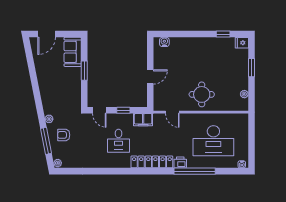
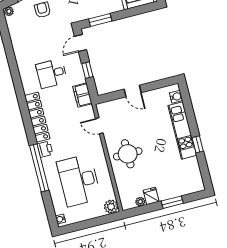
window: (223, 34) -> (198, 144), moved
fridge: (242, 43) -> (151, 196), moved
kitchen unit: (194, 44) -> (182, 130), added
window: (84, 71) -> (100, 20), moved
door: (172, 112) -> (99, 126), hinge flipped
plant: (242, 119) -> (111, 207), added

